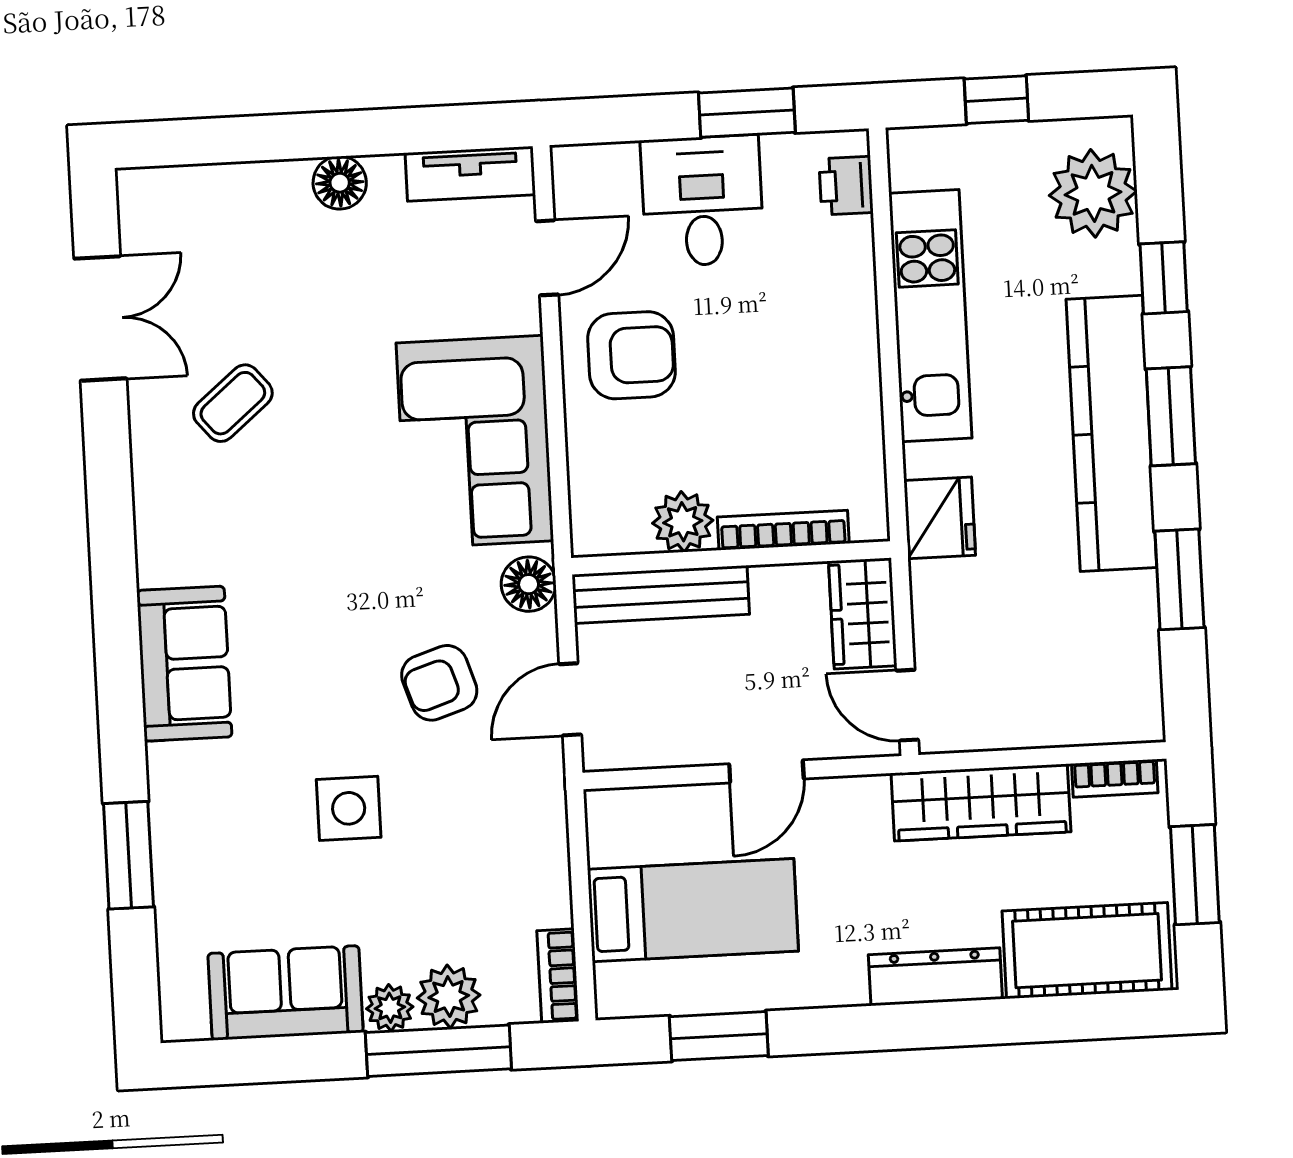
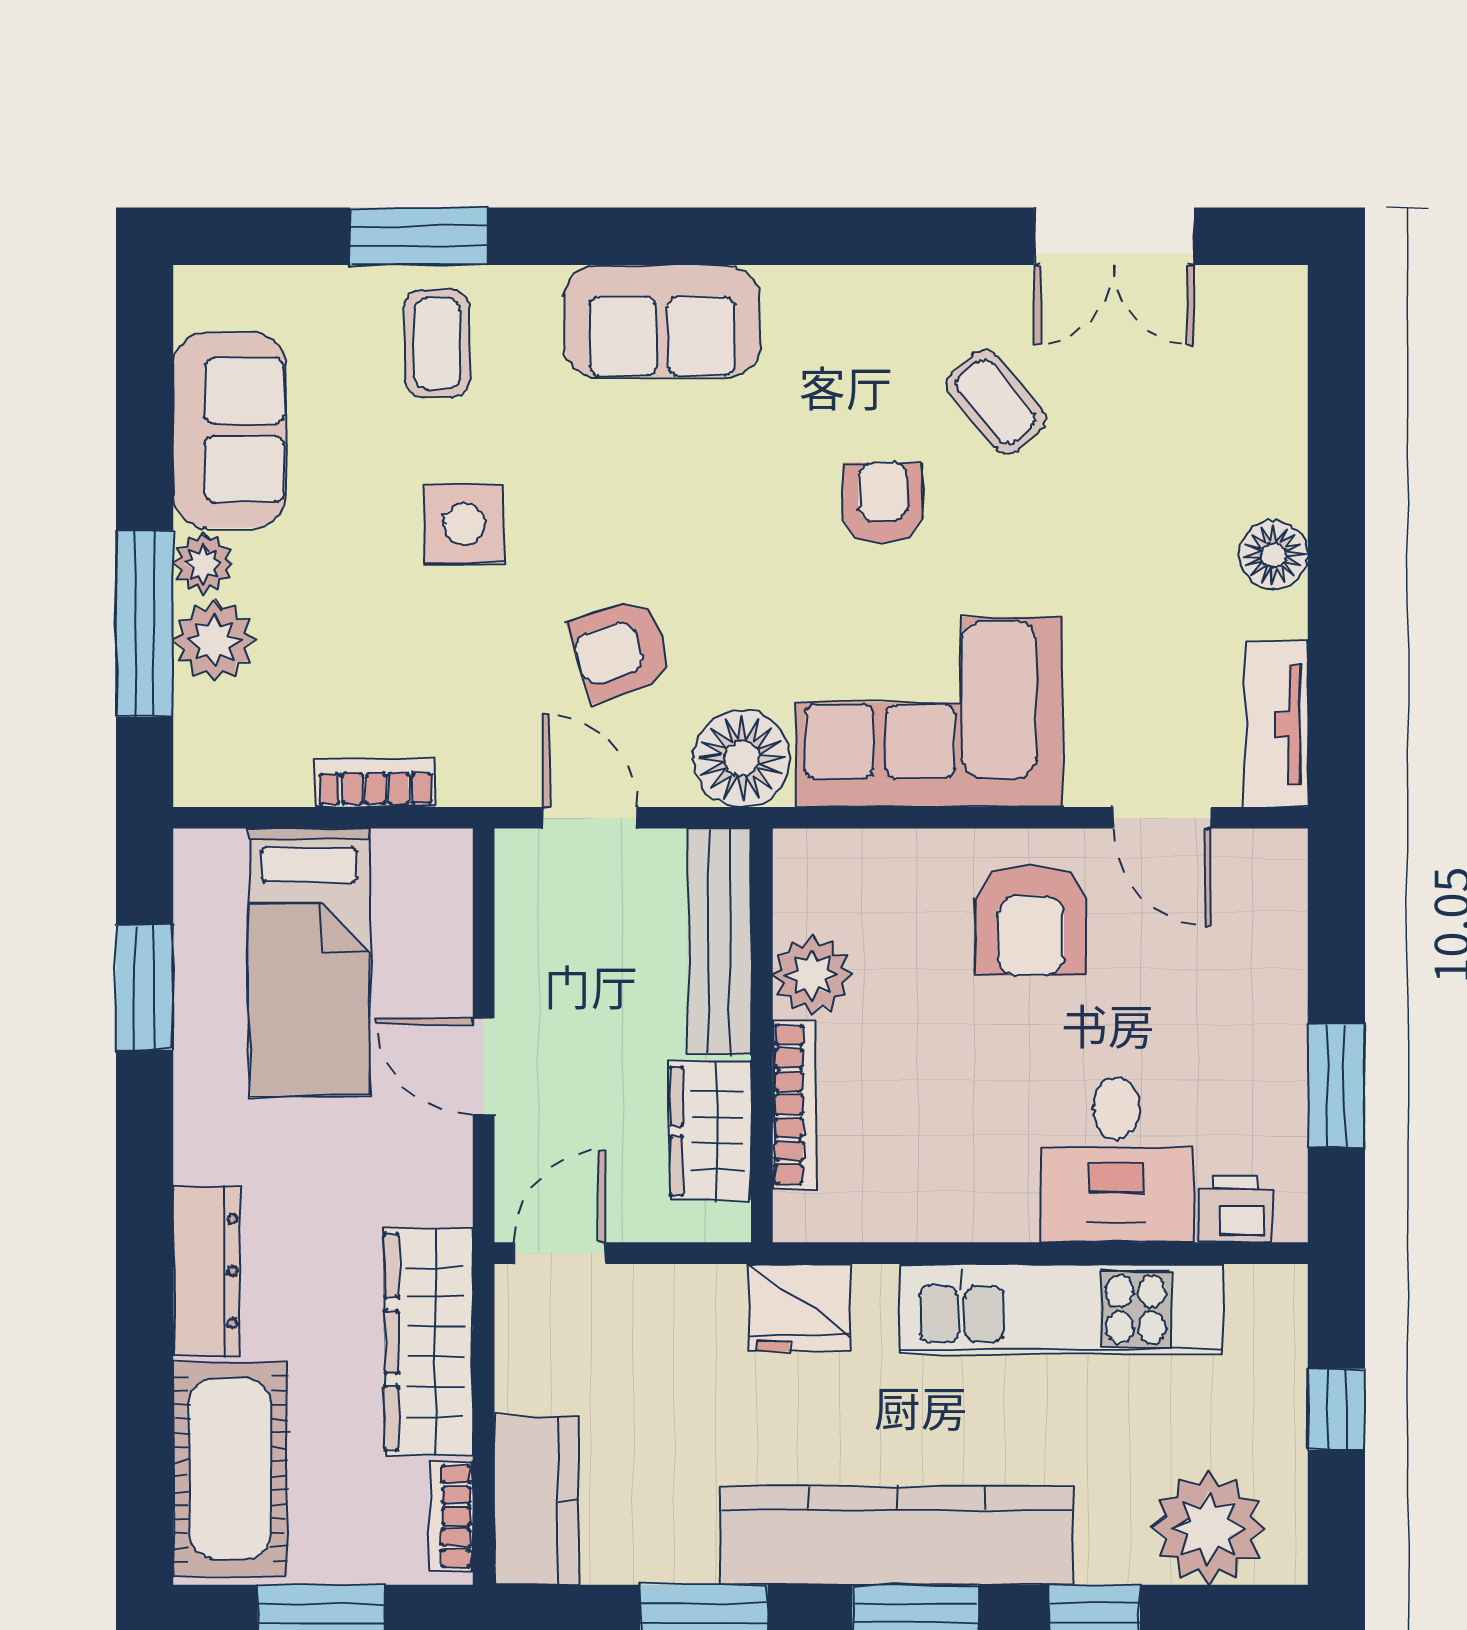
desk: (702, 201) -> (1116, 1160), moved, turned 90
armchair: (315, 486) -> (883, 503), added
floor lamp: (529, 584) -> (742, 758), width x1.38, depth x1.38
wardrobe: (863, 613) -> (711, 1131), moved, turned -90
armchair: (439, 683) -> (620, 650), turned -90
kitchen counter: (1099, 713) -> (537, 1500), added
coffee table: (210, 837) -> (437, 343), added
bookcase: (558, 976) -> (375, 783), moved

